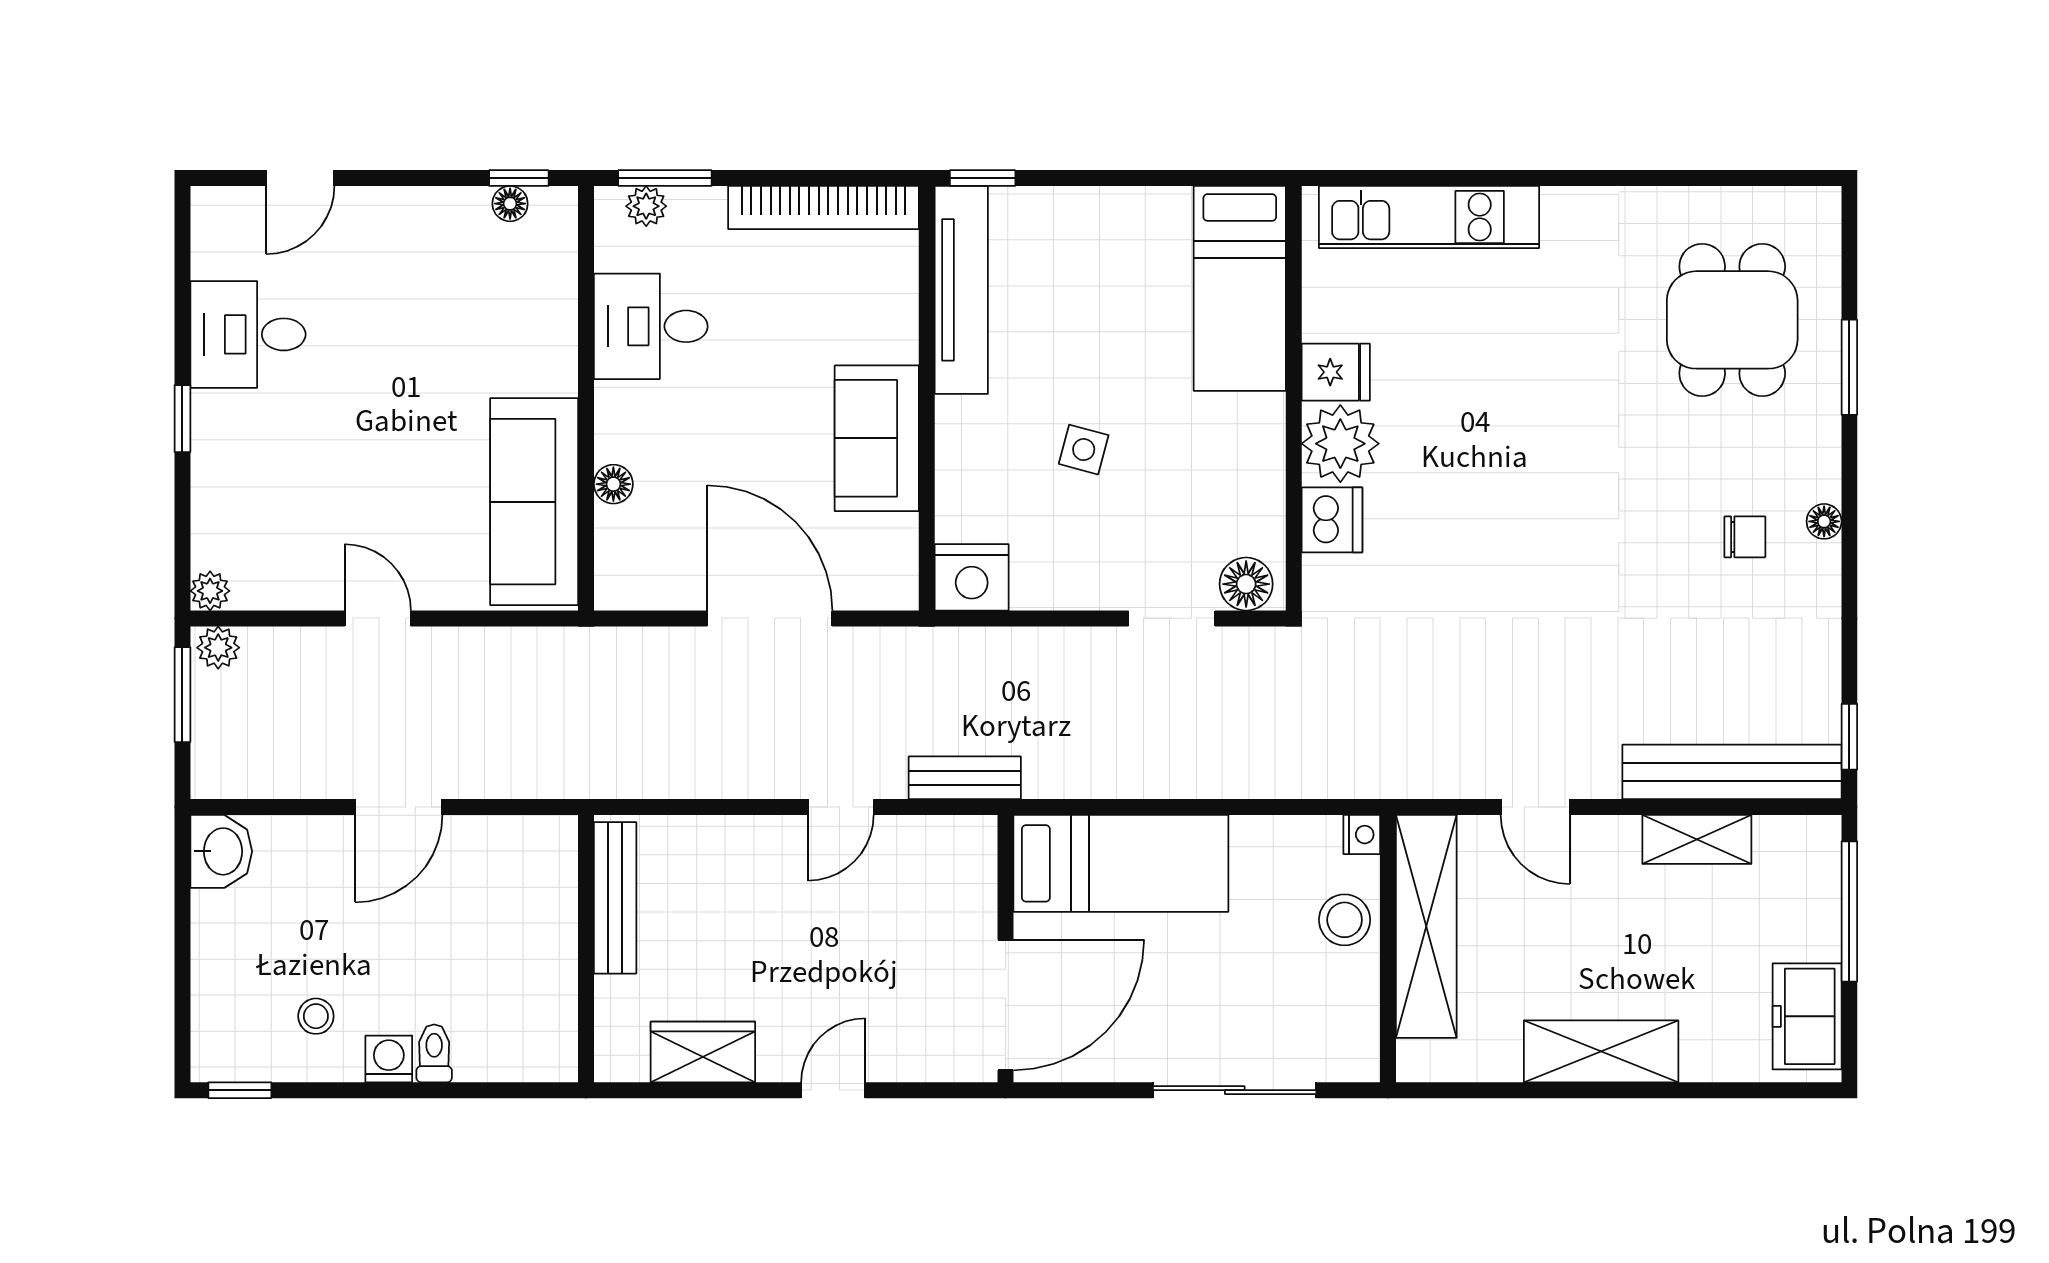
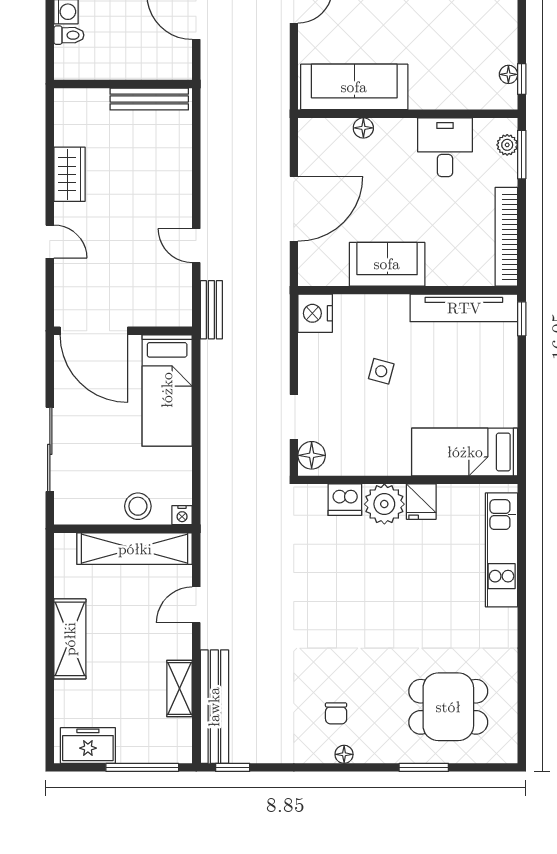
bench: (615, 898) -> (149, 99), moved
wall: (586, 949) -> (123, 84), moved

